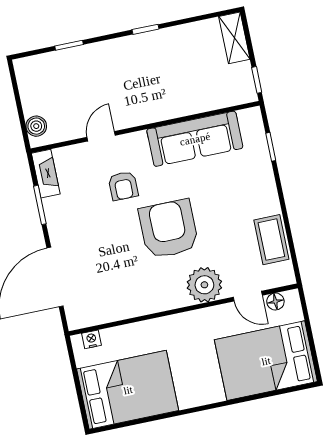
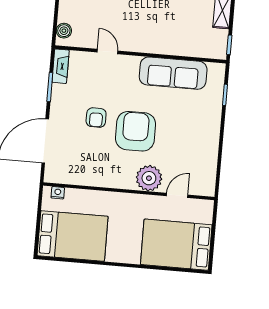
door: (101, 136) -> (108, 52), hinge flipped
armchair: (123, 186) -> (96, 118), moved
coffee table: (271, 240) -> (206, 160), removed
door: (248, 296) -> (177, 195), swing flipped
floor lamp: (275, 302) -> (196, 205), removed

